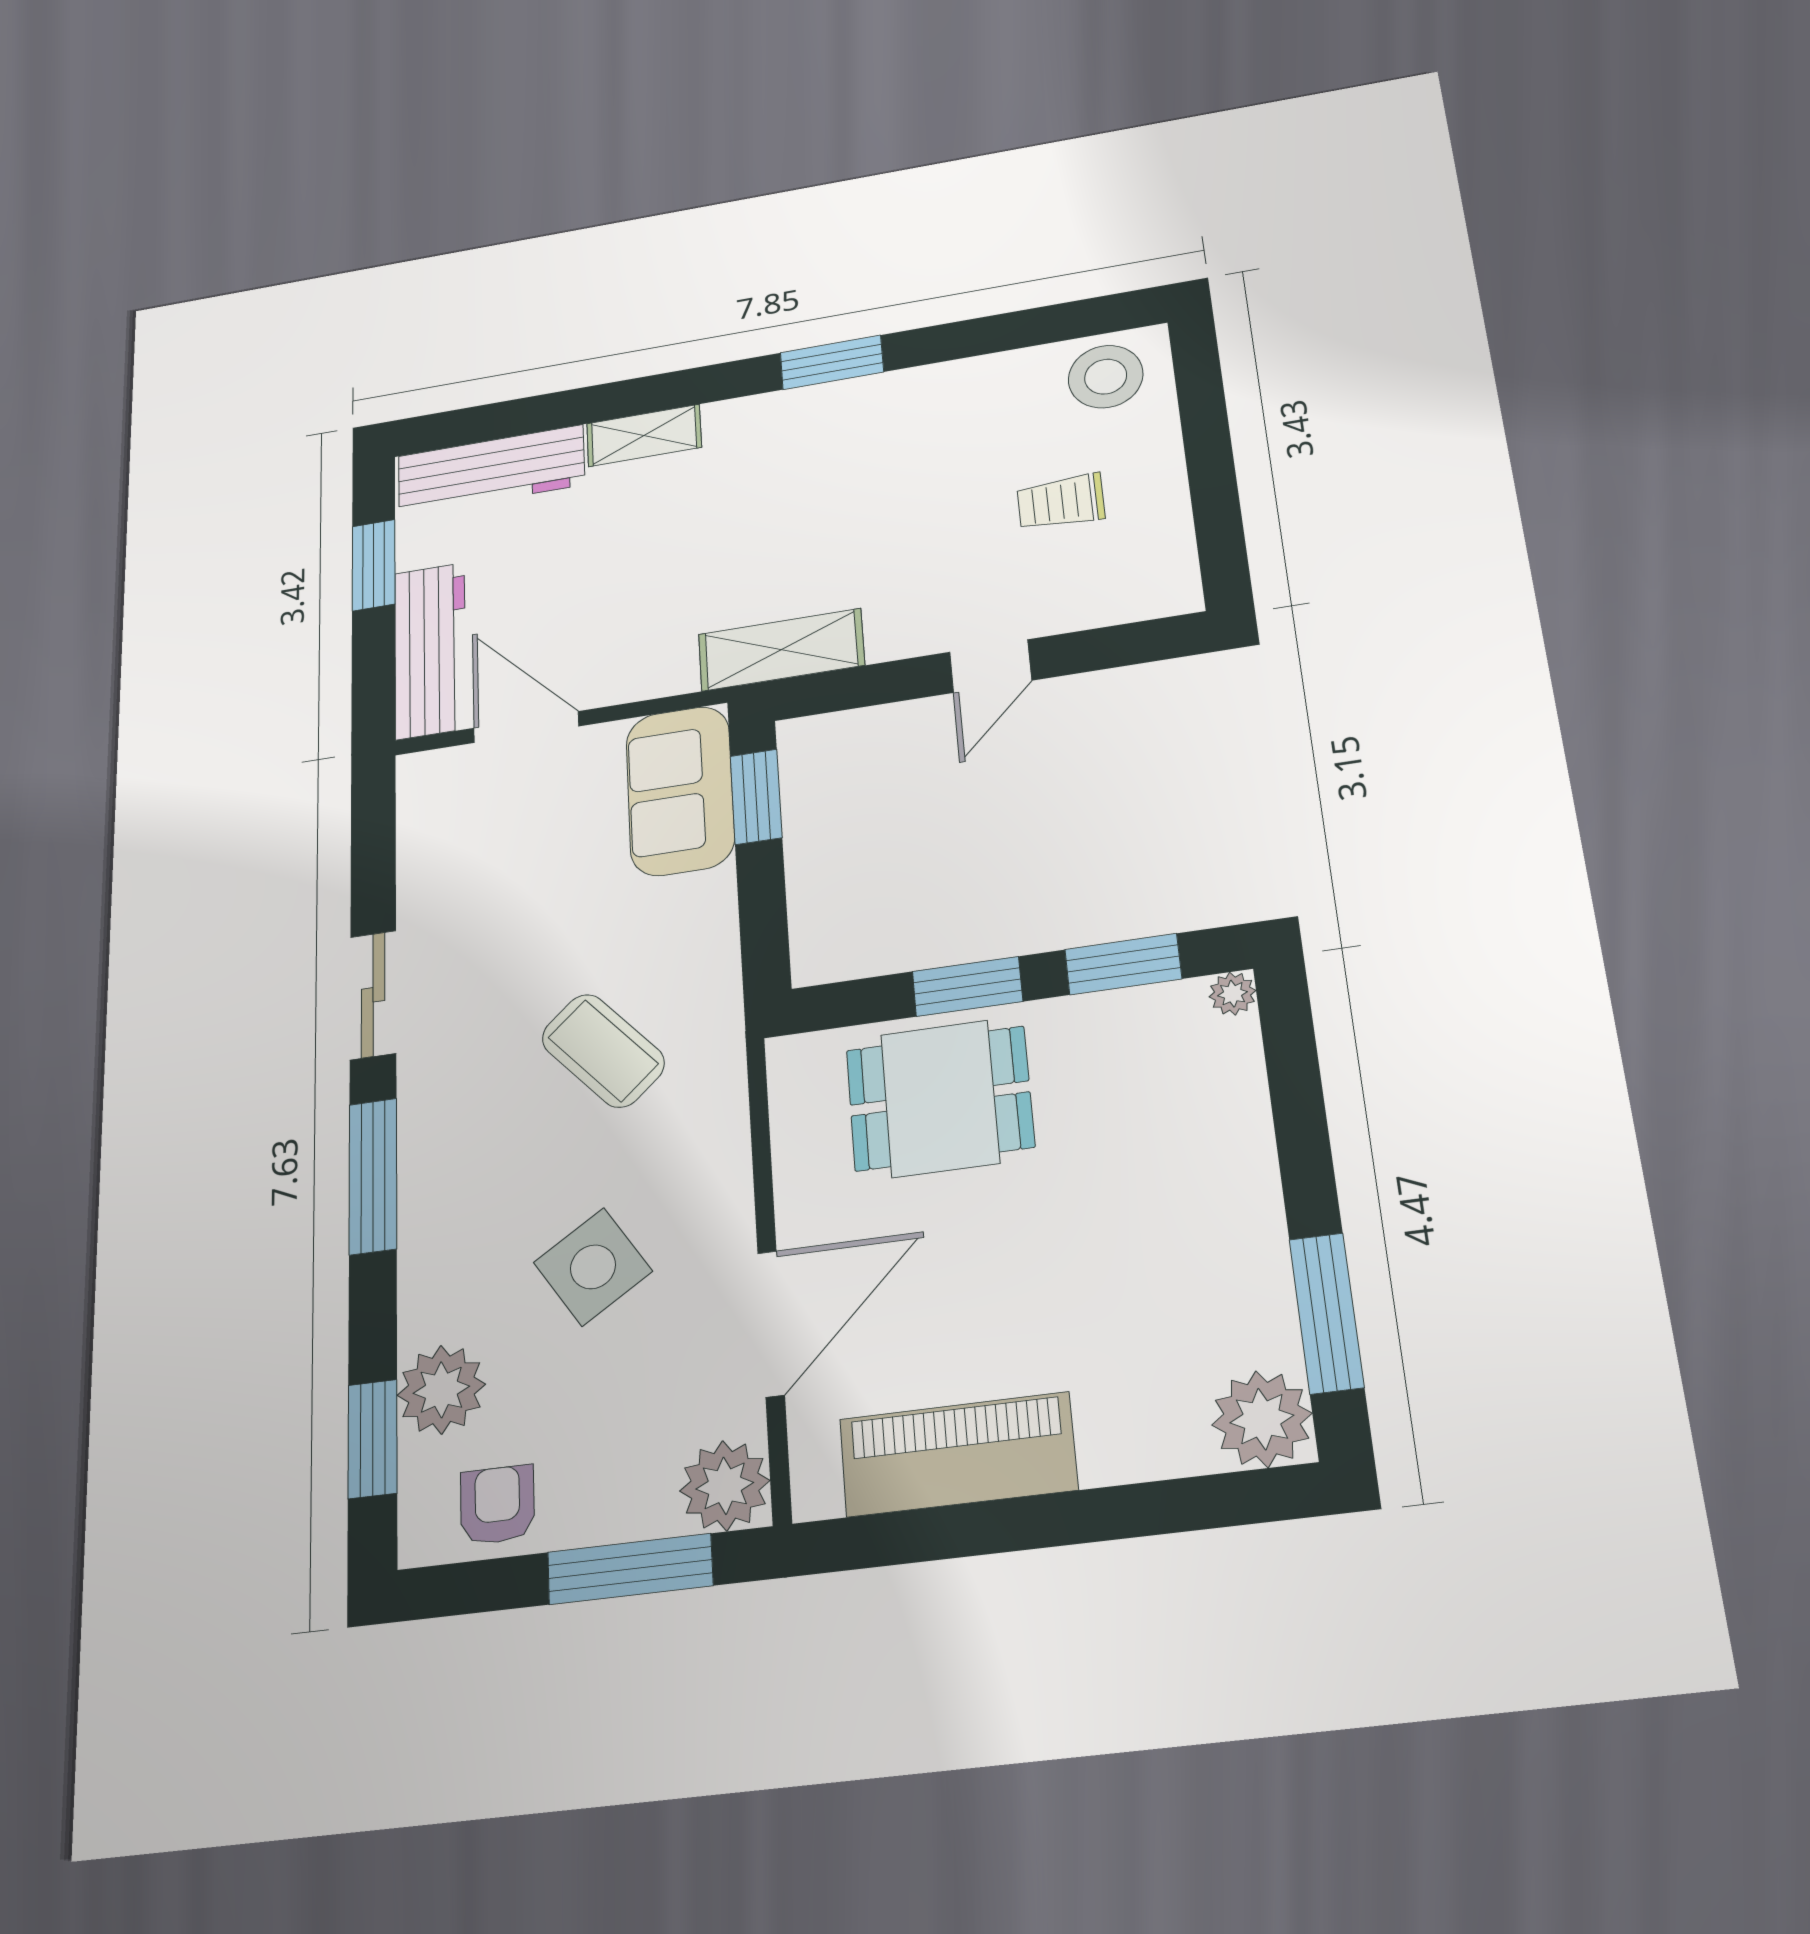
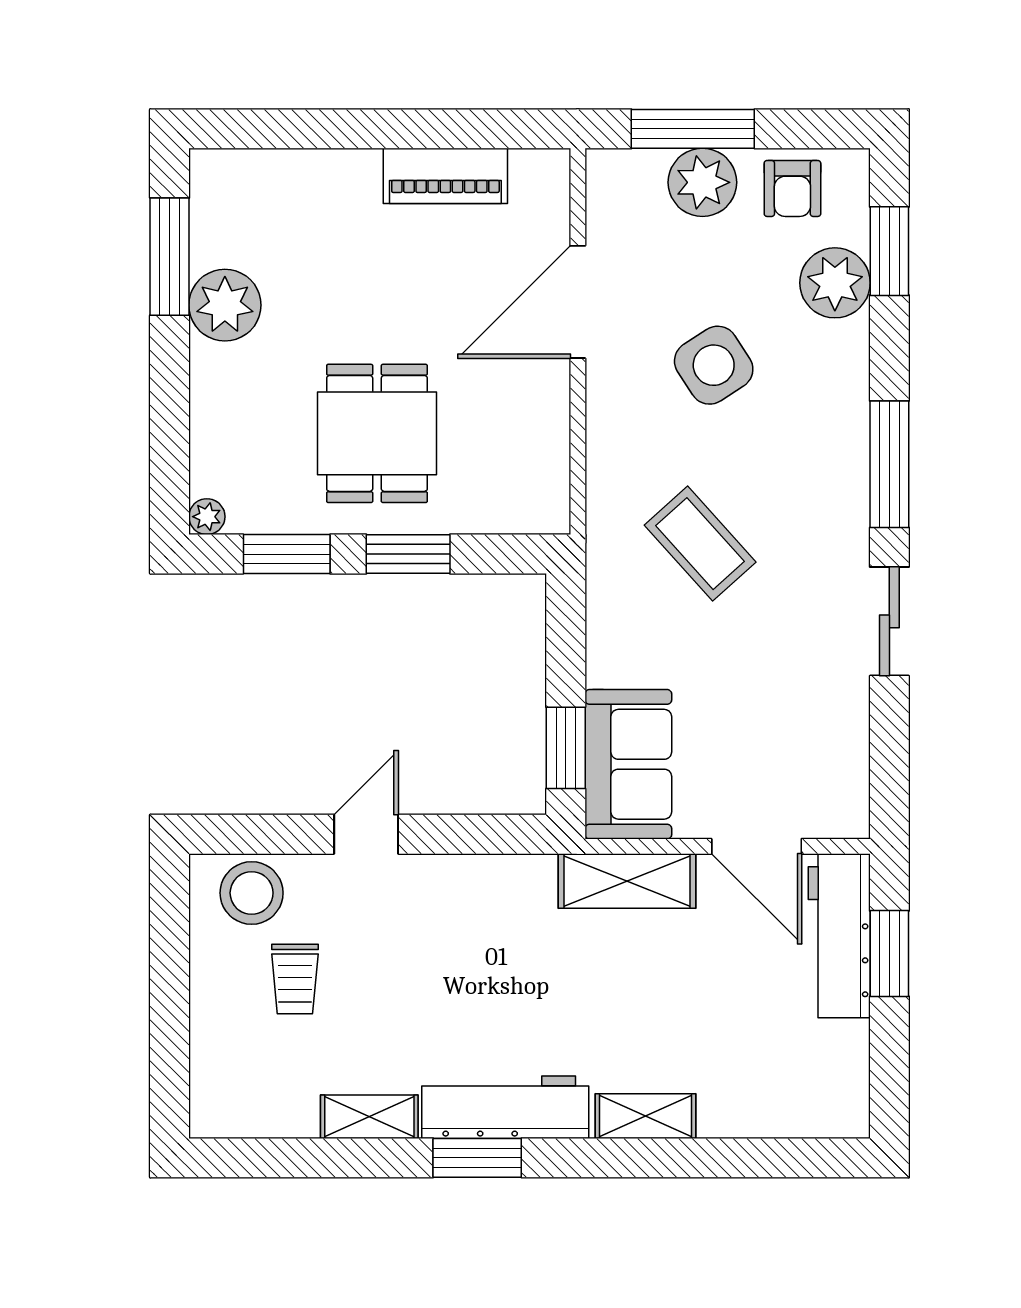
stool: (1106, 377) -> (252, 893), moved
shelving: (959, 380) -> (369, 1117), added
workbench: (491, 470) -> (505, 1107), moved
trolley: (1061, 502) -> (295, 979), turned 90
window: (374, 565) -> (889, 954), moved
shelving: (781, 650) -> (627, 881), moved
dining table: (940, 1098) -> (377, 433), moved, turned 90
plant: (1262, 1419) -> (225, 305), moved
piano: (958, 1454) -> (445, 176), width x0.73, depth x0.75
plant: (725, 1486) -> (702, 182), moved

